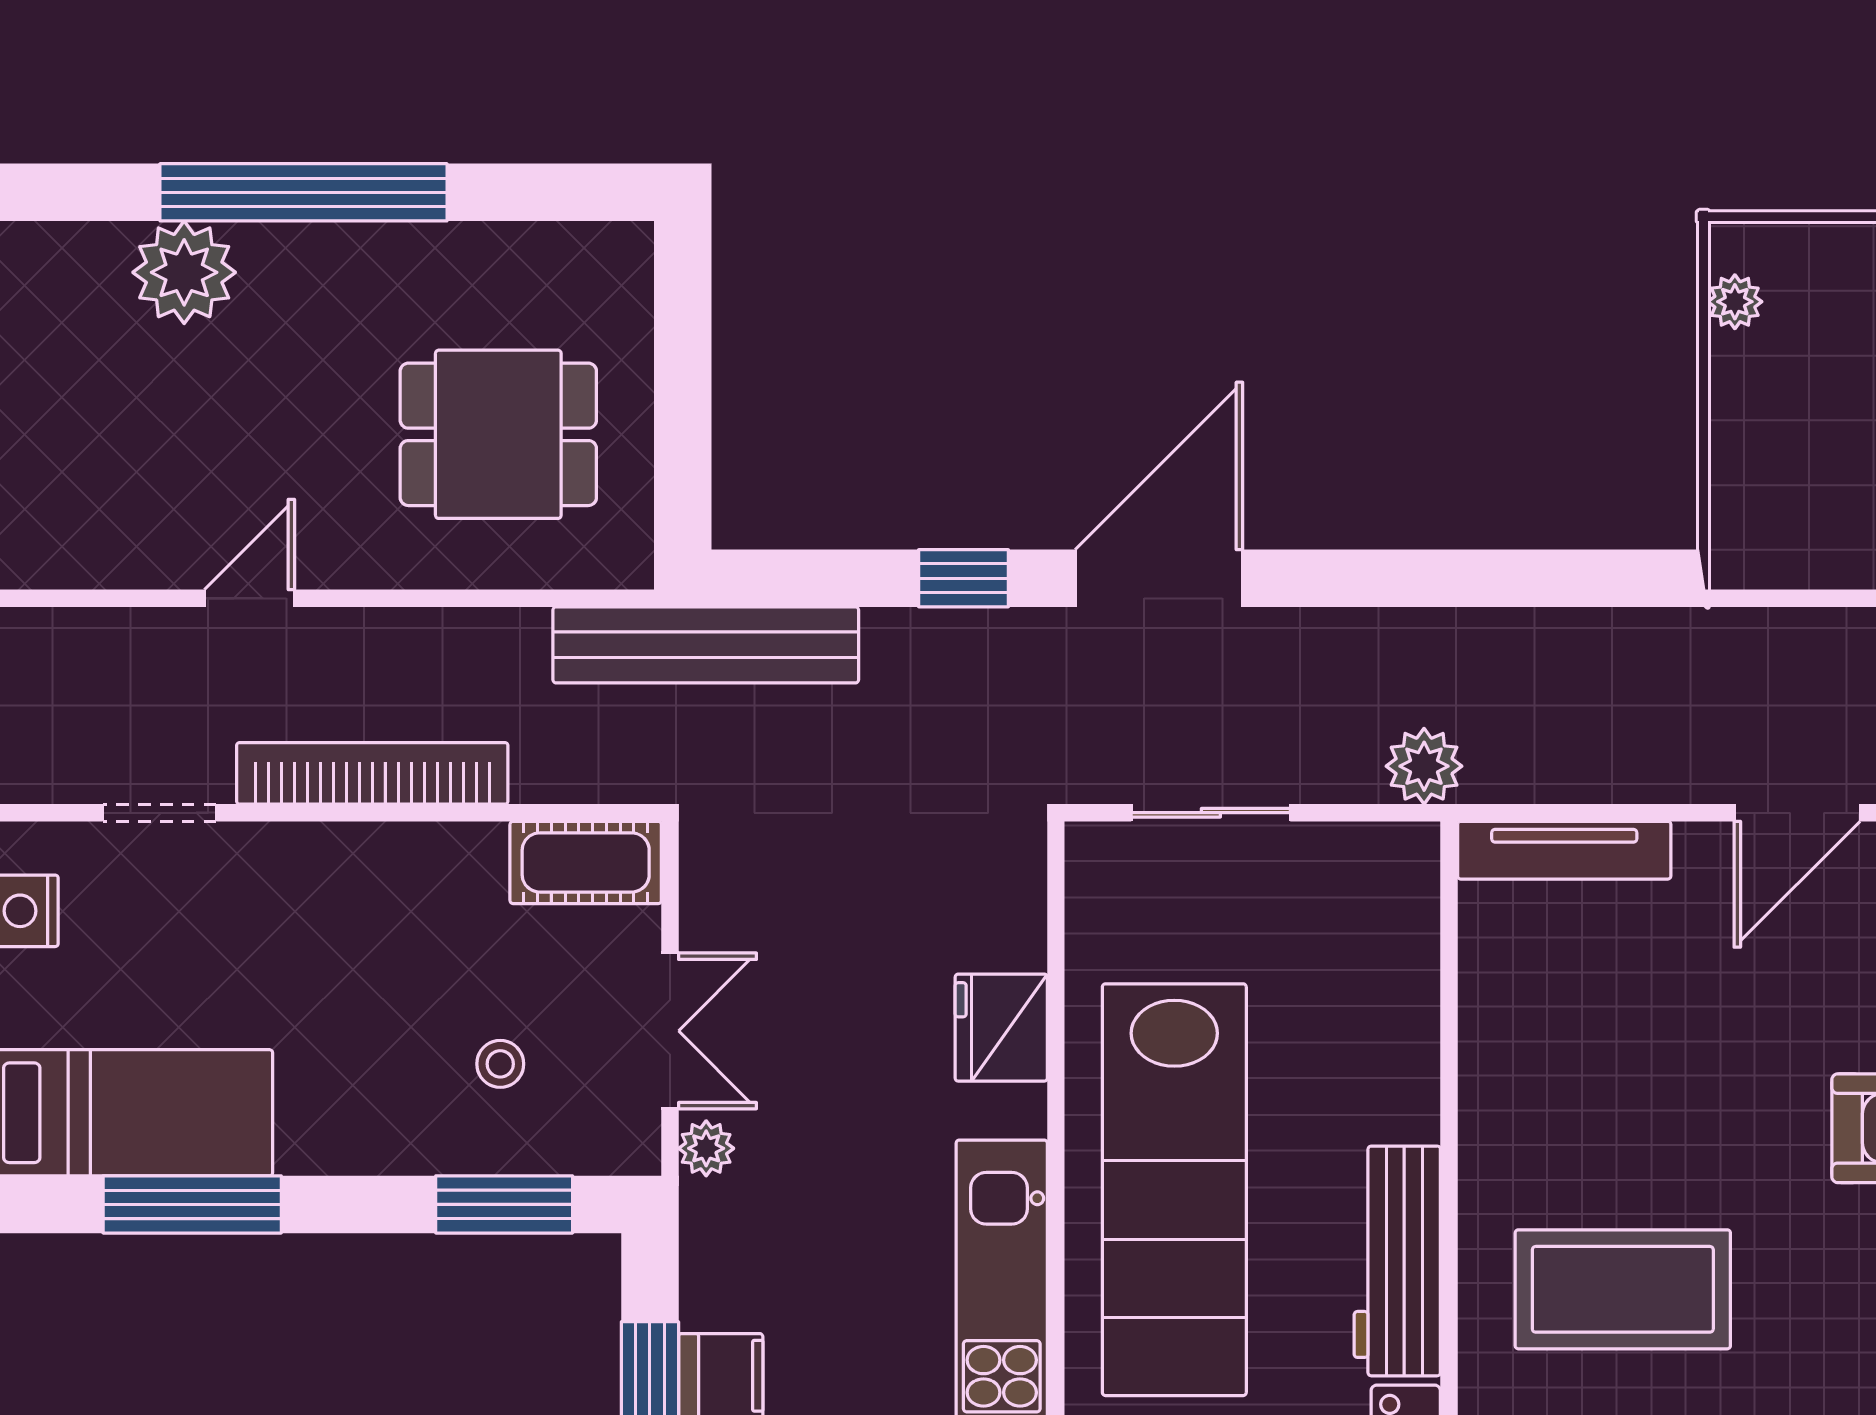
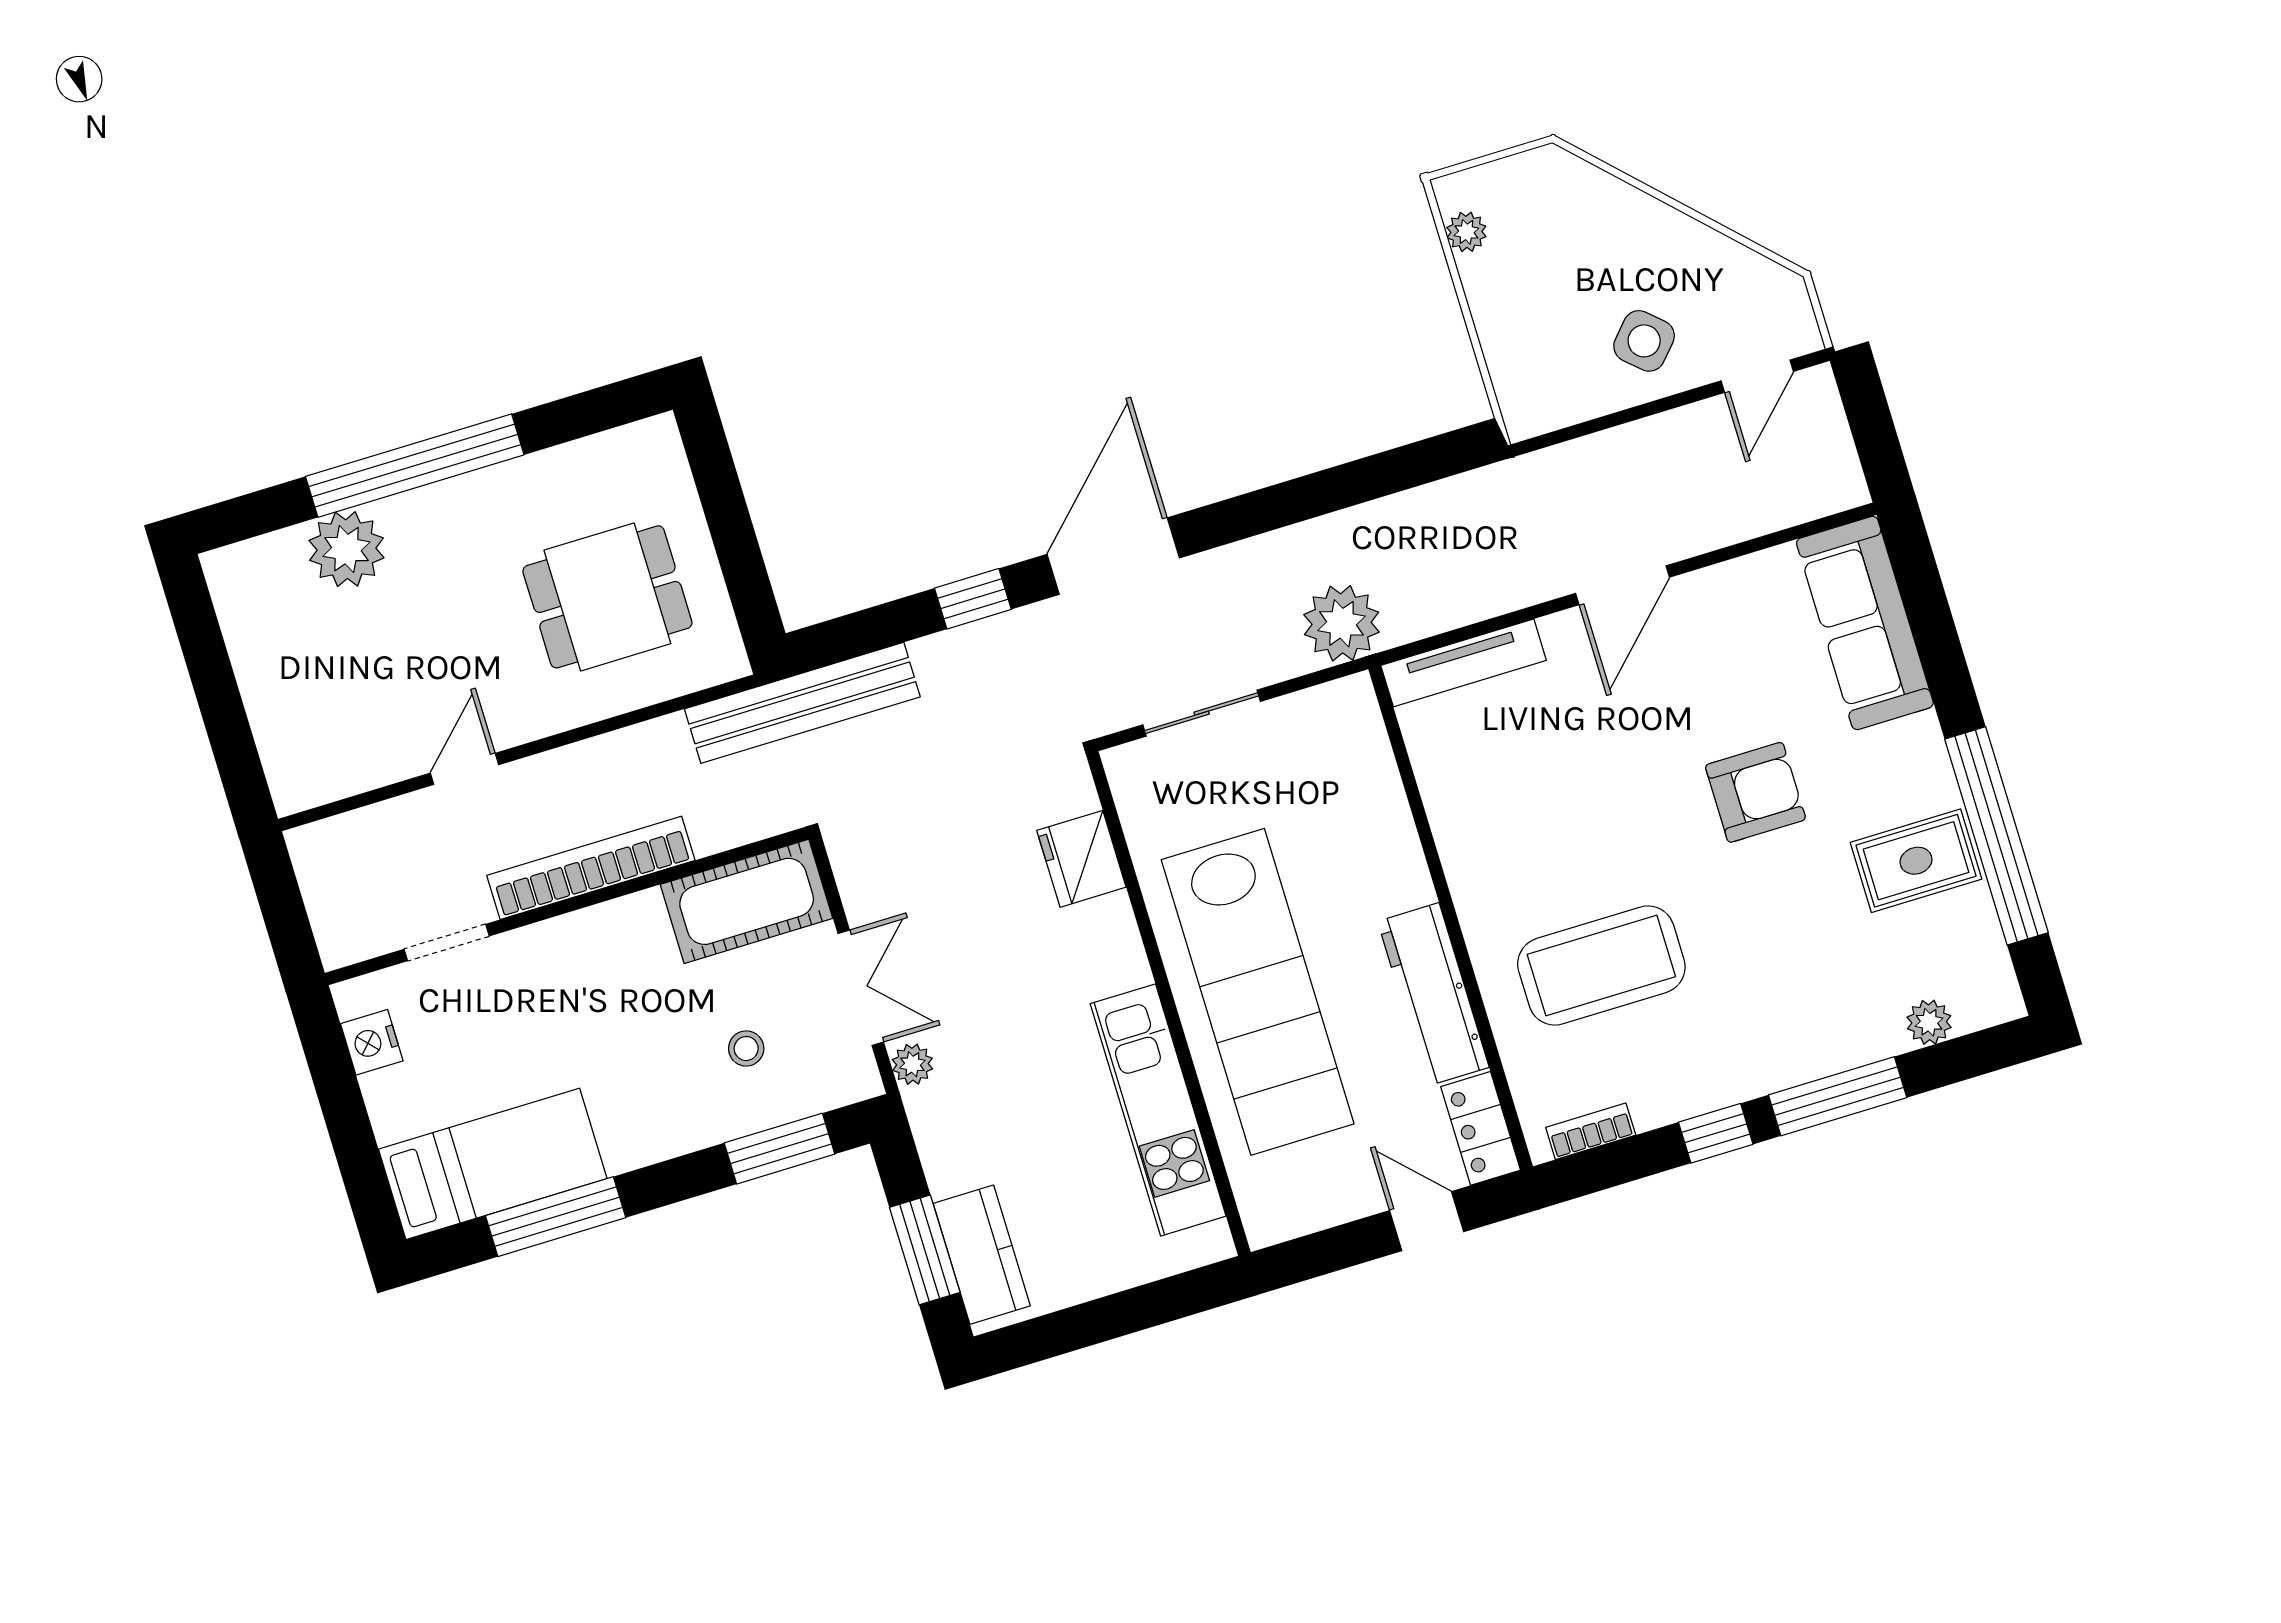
plant: (1424, 766) -> (1342, 623), width x1.36, depth x1.36
cot: (586, 862) -> (747, 901), width x1.37, depth x1.34
fridge: (1001, 1028) -> (1081, 859), moved

